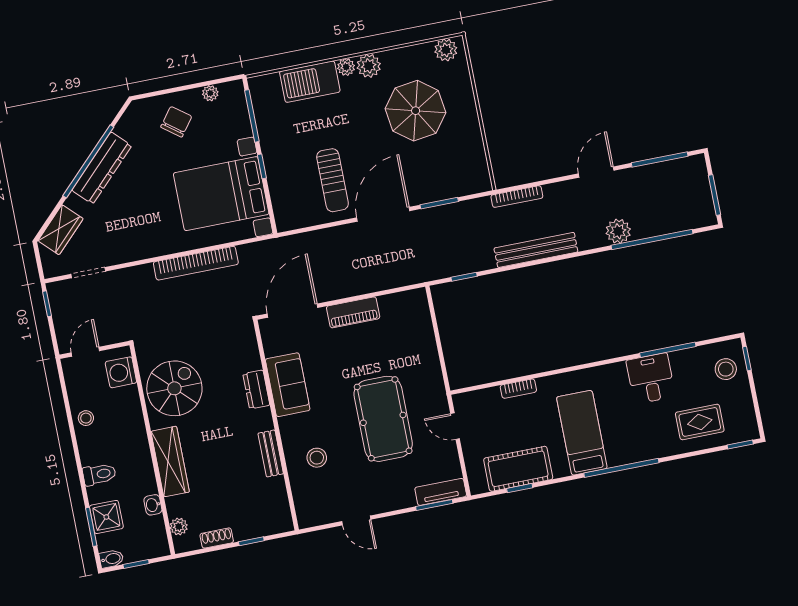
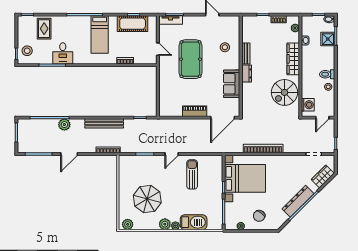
door: (383, 214) -> (172, 154), width x0.53
dresser: (256, 389) -> (247, 73), moved
rug: (700, 422) -> (44, 29), turned 90
toilet: (99, 474) -> (327, 74), moved

